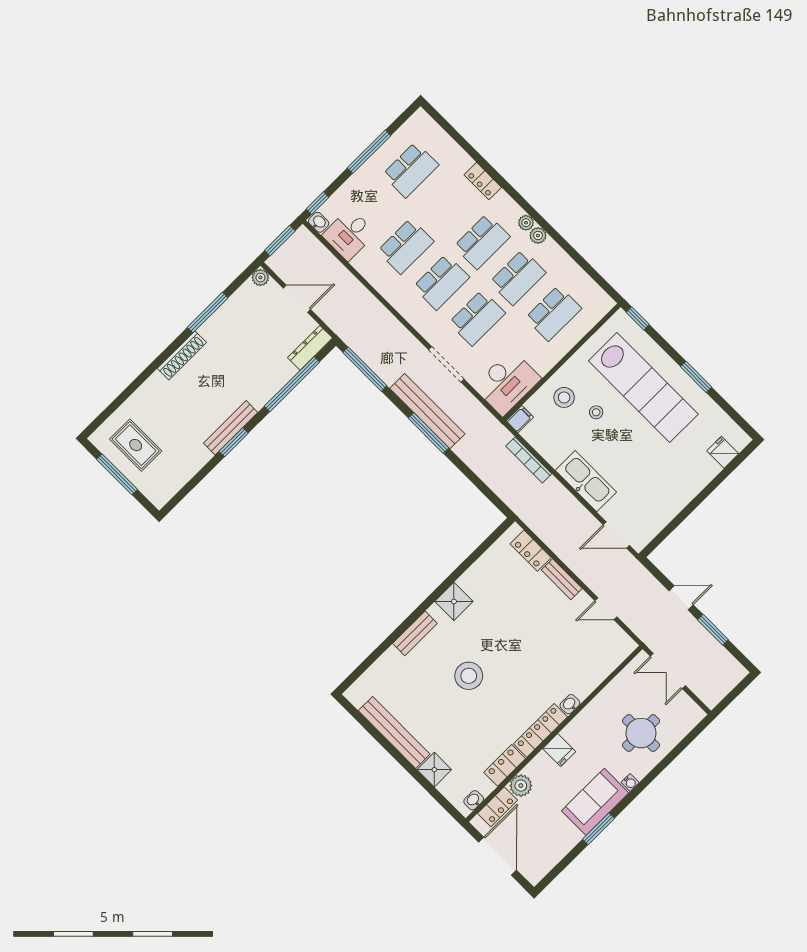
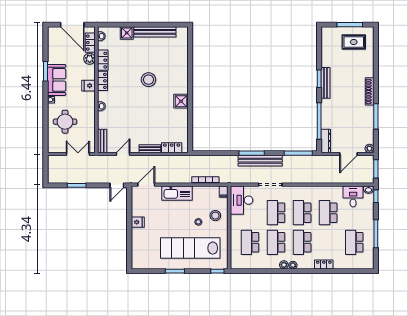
fridge: (723, 452) -> (138, 222), moved
door: (681, 598) -> (117, 185), moved
bench: (415, 633) -> (102, 141), moved
locker: (540, 730) -> (102, 81), width x0.66

